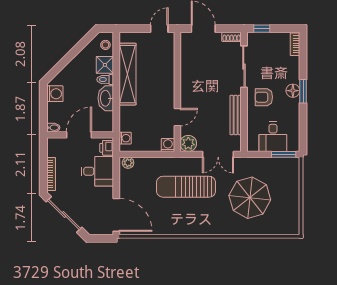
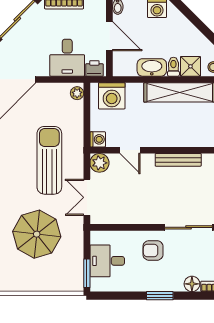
floor lamp: (293, 91) -> (192, 284), moved
armchair: (264, 97) -> (153, 250), turned -90
bench: (236, 115) -> (178, 160), moved
washing machine: (125, 138) -> (112, 96), width x1.89, depth x1.89

